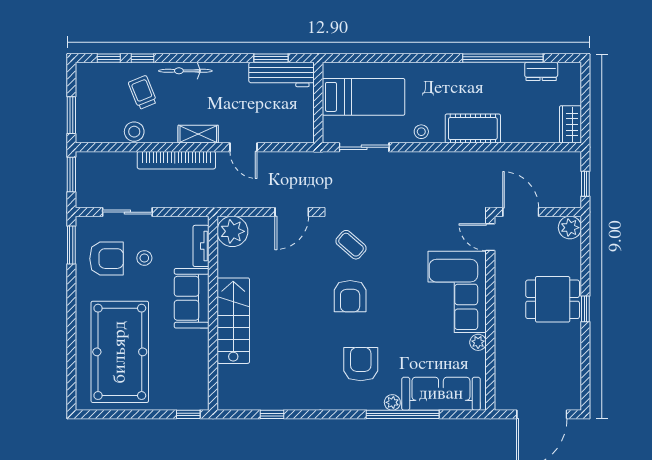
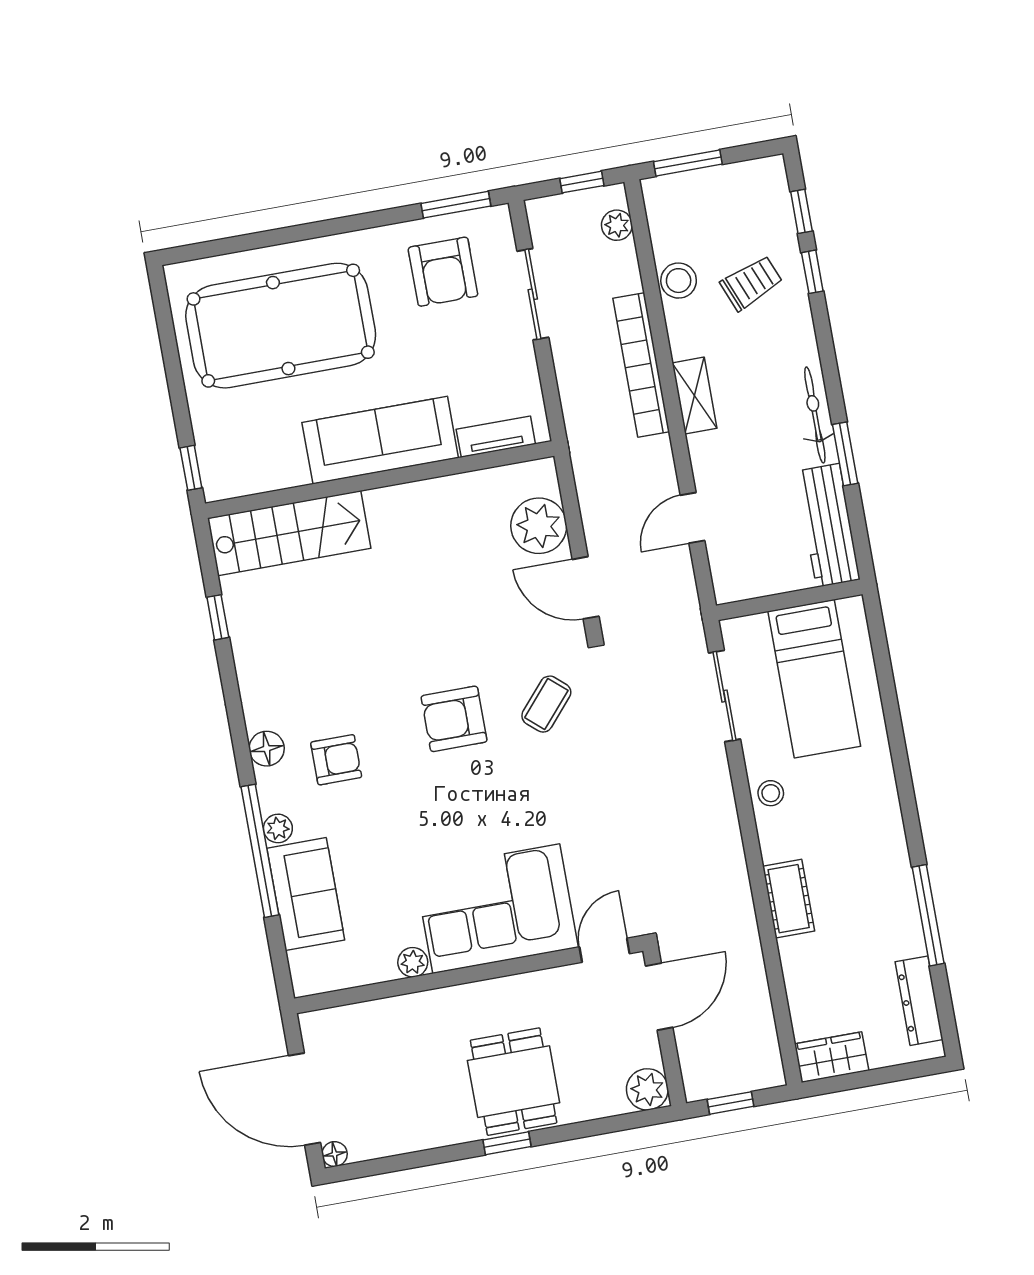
window: (271, 58) -> (845, 454), moved
window: (503, 58) -> (928, 915), width x0.68
bicycle: (185, 71) -> (815, 415), moved
dresser: (541, 71) -> (919, 1001), width x1.44
cot: (473, 129) -> (789, 899), width x0.73, depth x0.75
door: (243, 147) -> (692, 518), moved
plant: (98, 160) -> (617, 225), added
window: (71, 174) -> (582, 182), width x0.67
plant: (232, 231) -> (539, 526), moved
stool: (144, 258) -> (456, 339), removed
sofa: (192, 298) -> (380, 440), width x1.36
stairs: (233, 321) -> (289, 533), moved
armchair: (361, 364) -> (336, 760), width x0.72, depth x0.72
sofa: (441, 394) -> (306, 894), width x0.73
floor lamp: (348, 401) -> (267, 749), added
floor lamp: (574, 403) -> (335, 1154), added

